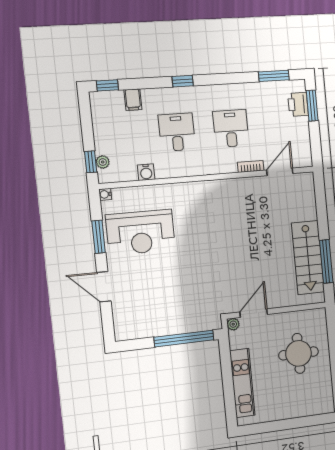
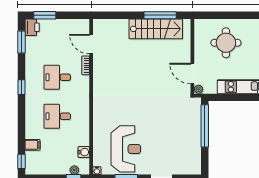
window: (183, 81) -> (21, 87), moved
printer: (298, 104) -> (32, 27), moved, turned -90
water cooler: (146, 172) -> (84, 152), moved

